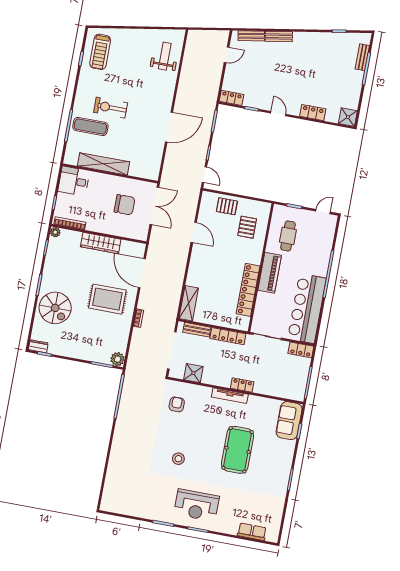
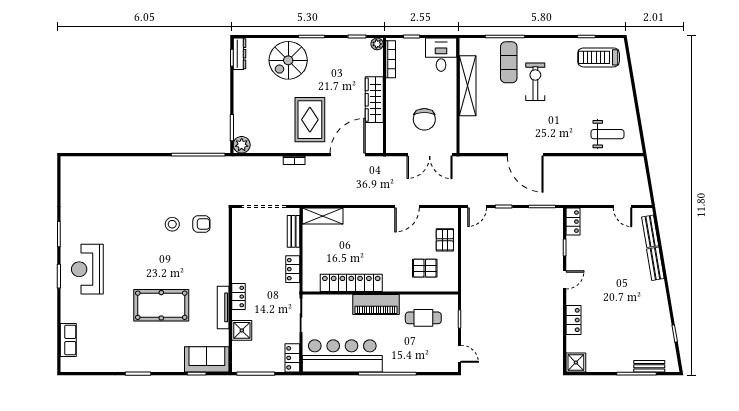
locker: (228, 336) -> (293, 269), width x0.66
dresser: (38, 346) -> (239, 54), width x1.44
shower: (193, 373) -> (242, 330), moved
tv unit: (230, 396) -> (223, 307), moved
stool: (178, 459) -> (172, 224), moved

